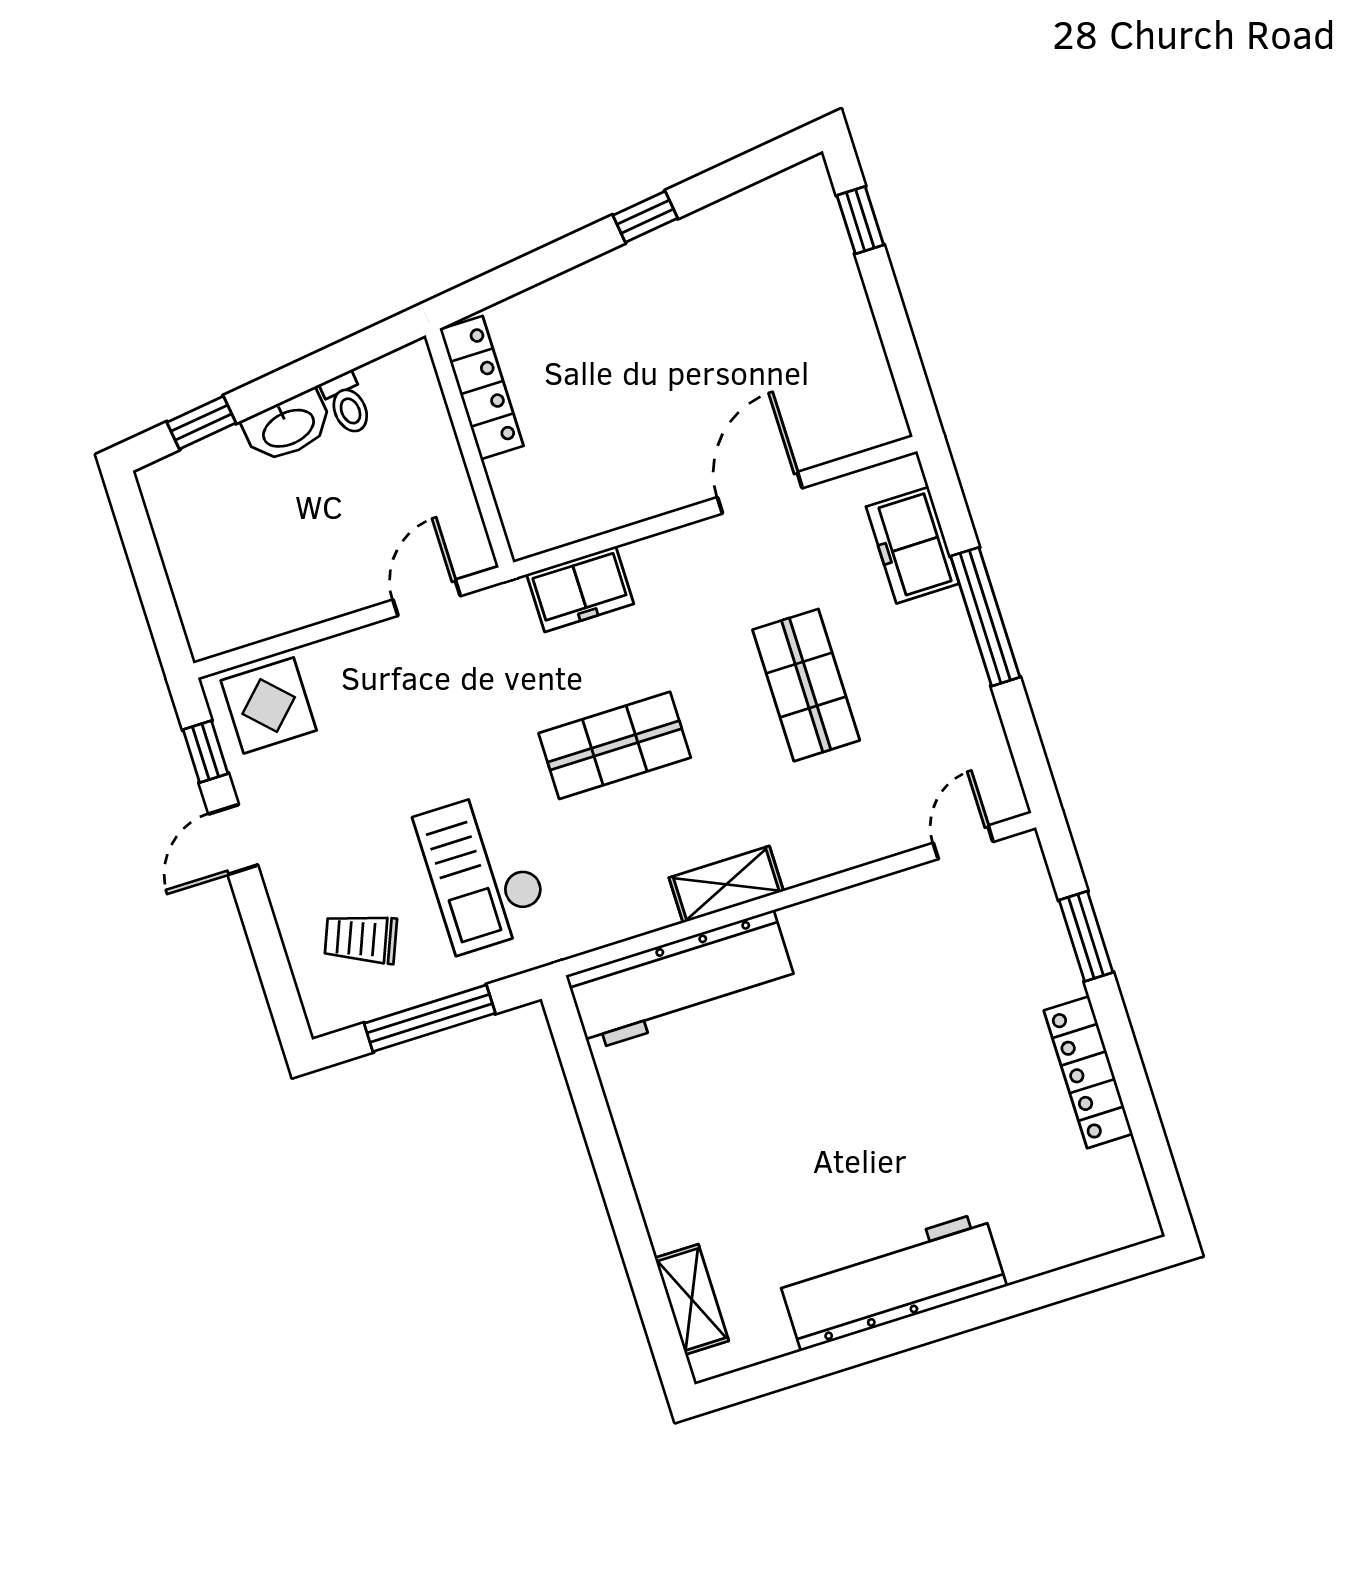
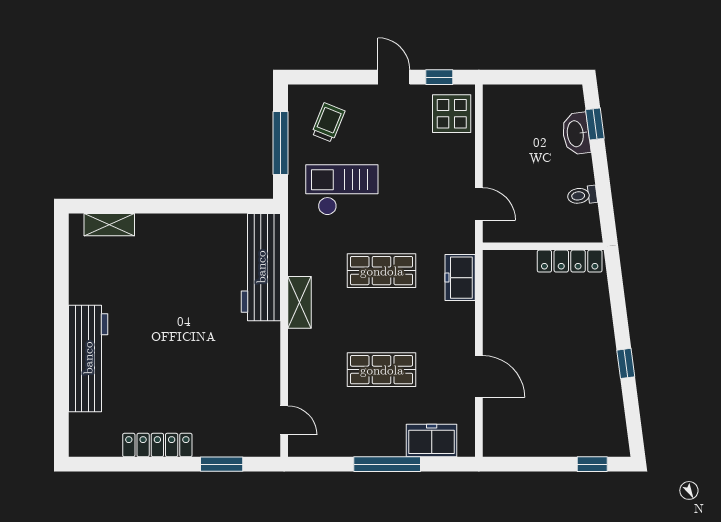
washbasin: (288, 427) -> (576, 134), moved
shop shelf: (615, 745) -> (382, 271), turned 90
workbench: (892, 1281) -> (88, 358), moved

